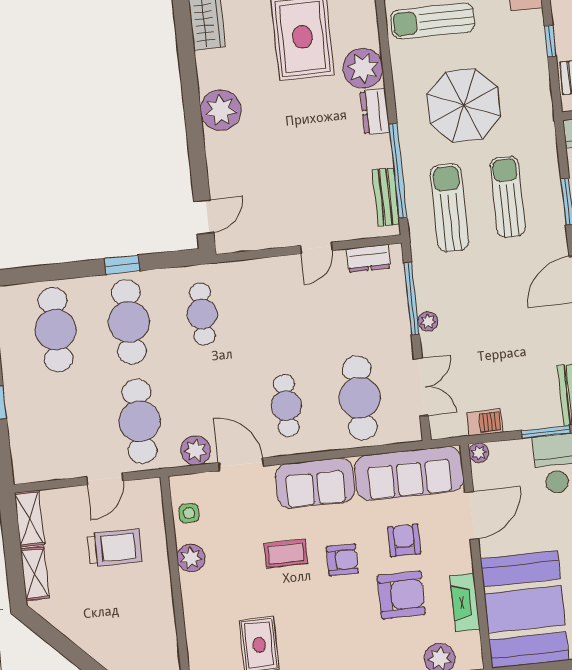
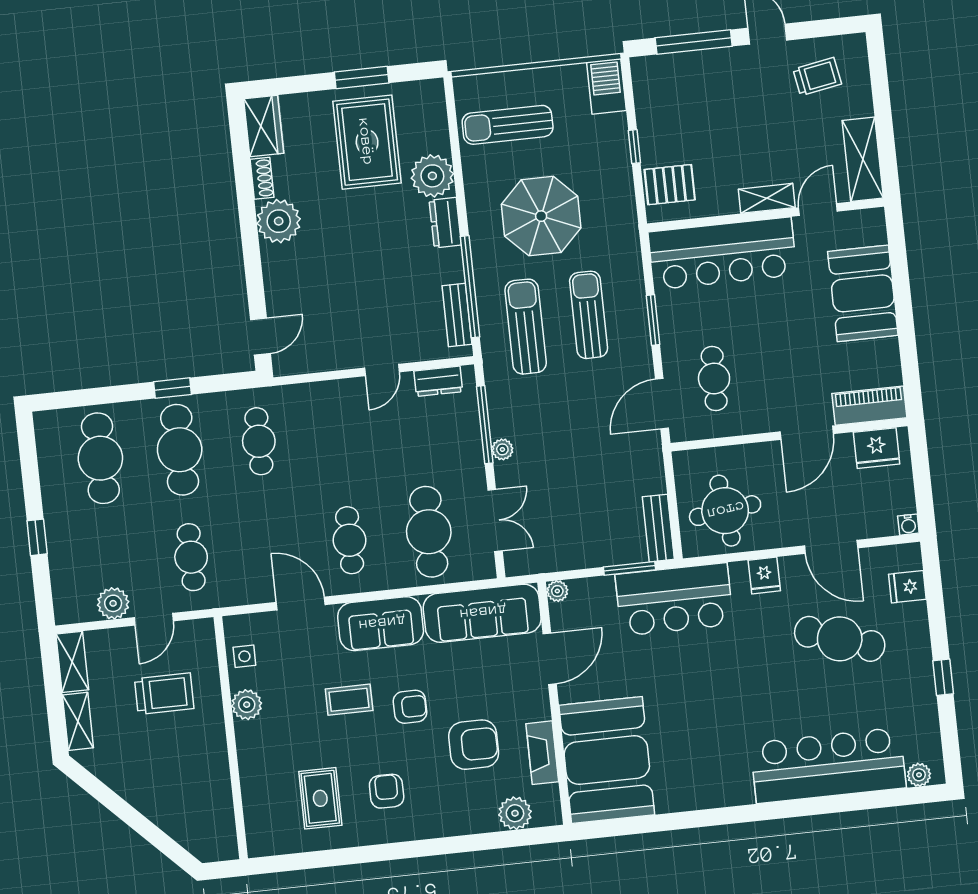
shoe rack: (205, 70) -> (262, 178), added
cafe table: (140, 421) -> (191, 557), width x0.73, depth x0.74
barbecue: (485, 422) -> (564, 558), removed
plant: (196, 450) -> (113, 603), moved
armchair: (404, 540) -> (387, 791), moved

